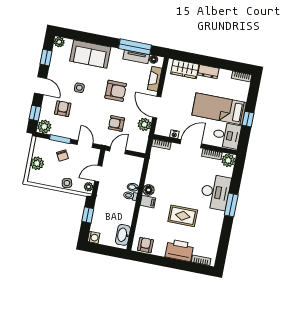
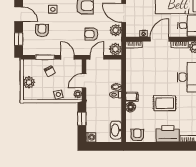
plant: (44, 127) -> (115, 49), moved
floor lamp: (149, 190) -> (131, 107), moved

